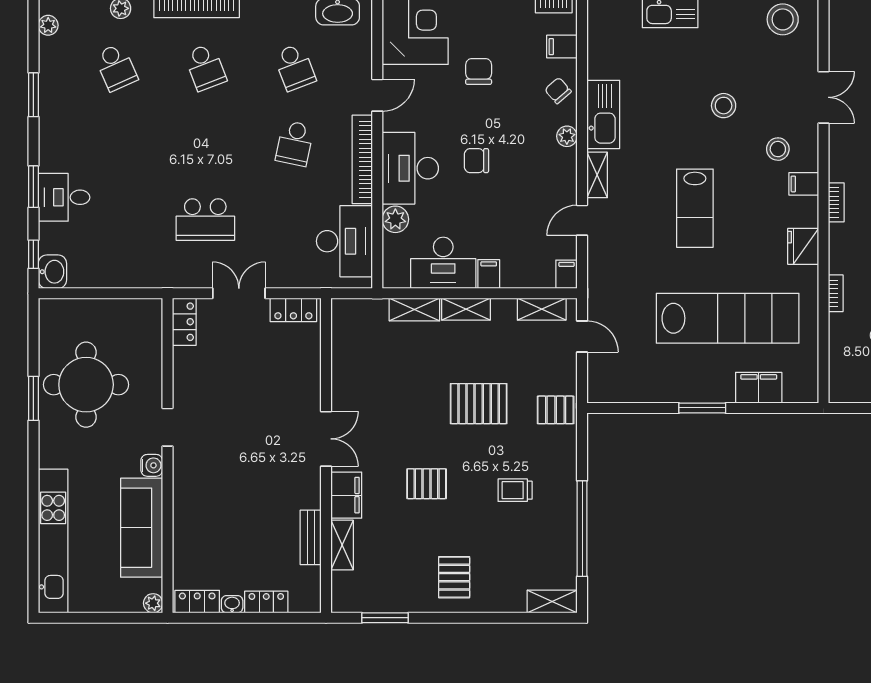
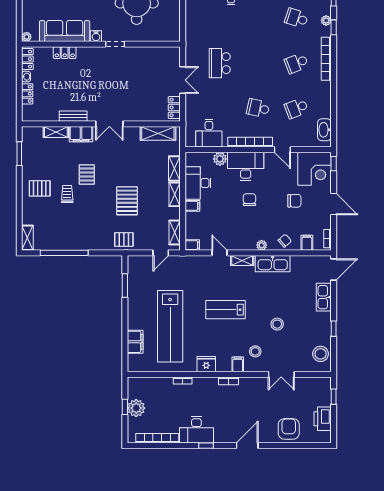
school desk: (116, 67) -> (296, 18), turned 42
desk: (344, 241) -> (209, 133), width x0.73
locker: (184, 322) -> (65, 53), moved
shelving: (345, 342) -> (158, 133), added
window: (702, 408) -> (125, 286), moved
pallet: (556, 410) -> (124, 240), turned 90
trolley: (515, 490) -> (67, 194), moved
bench: (311, 537) -> (73, 116), moved

